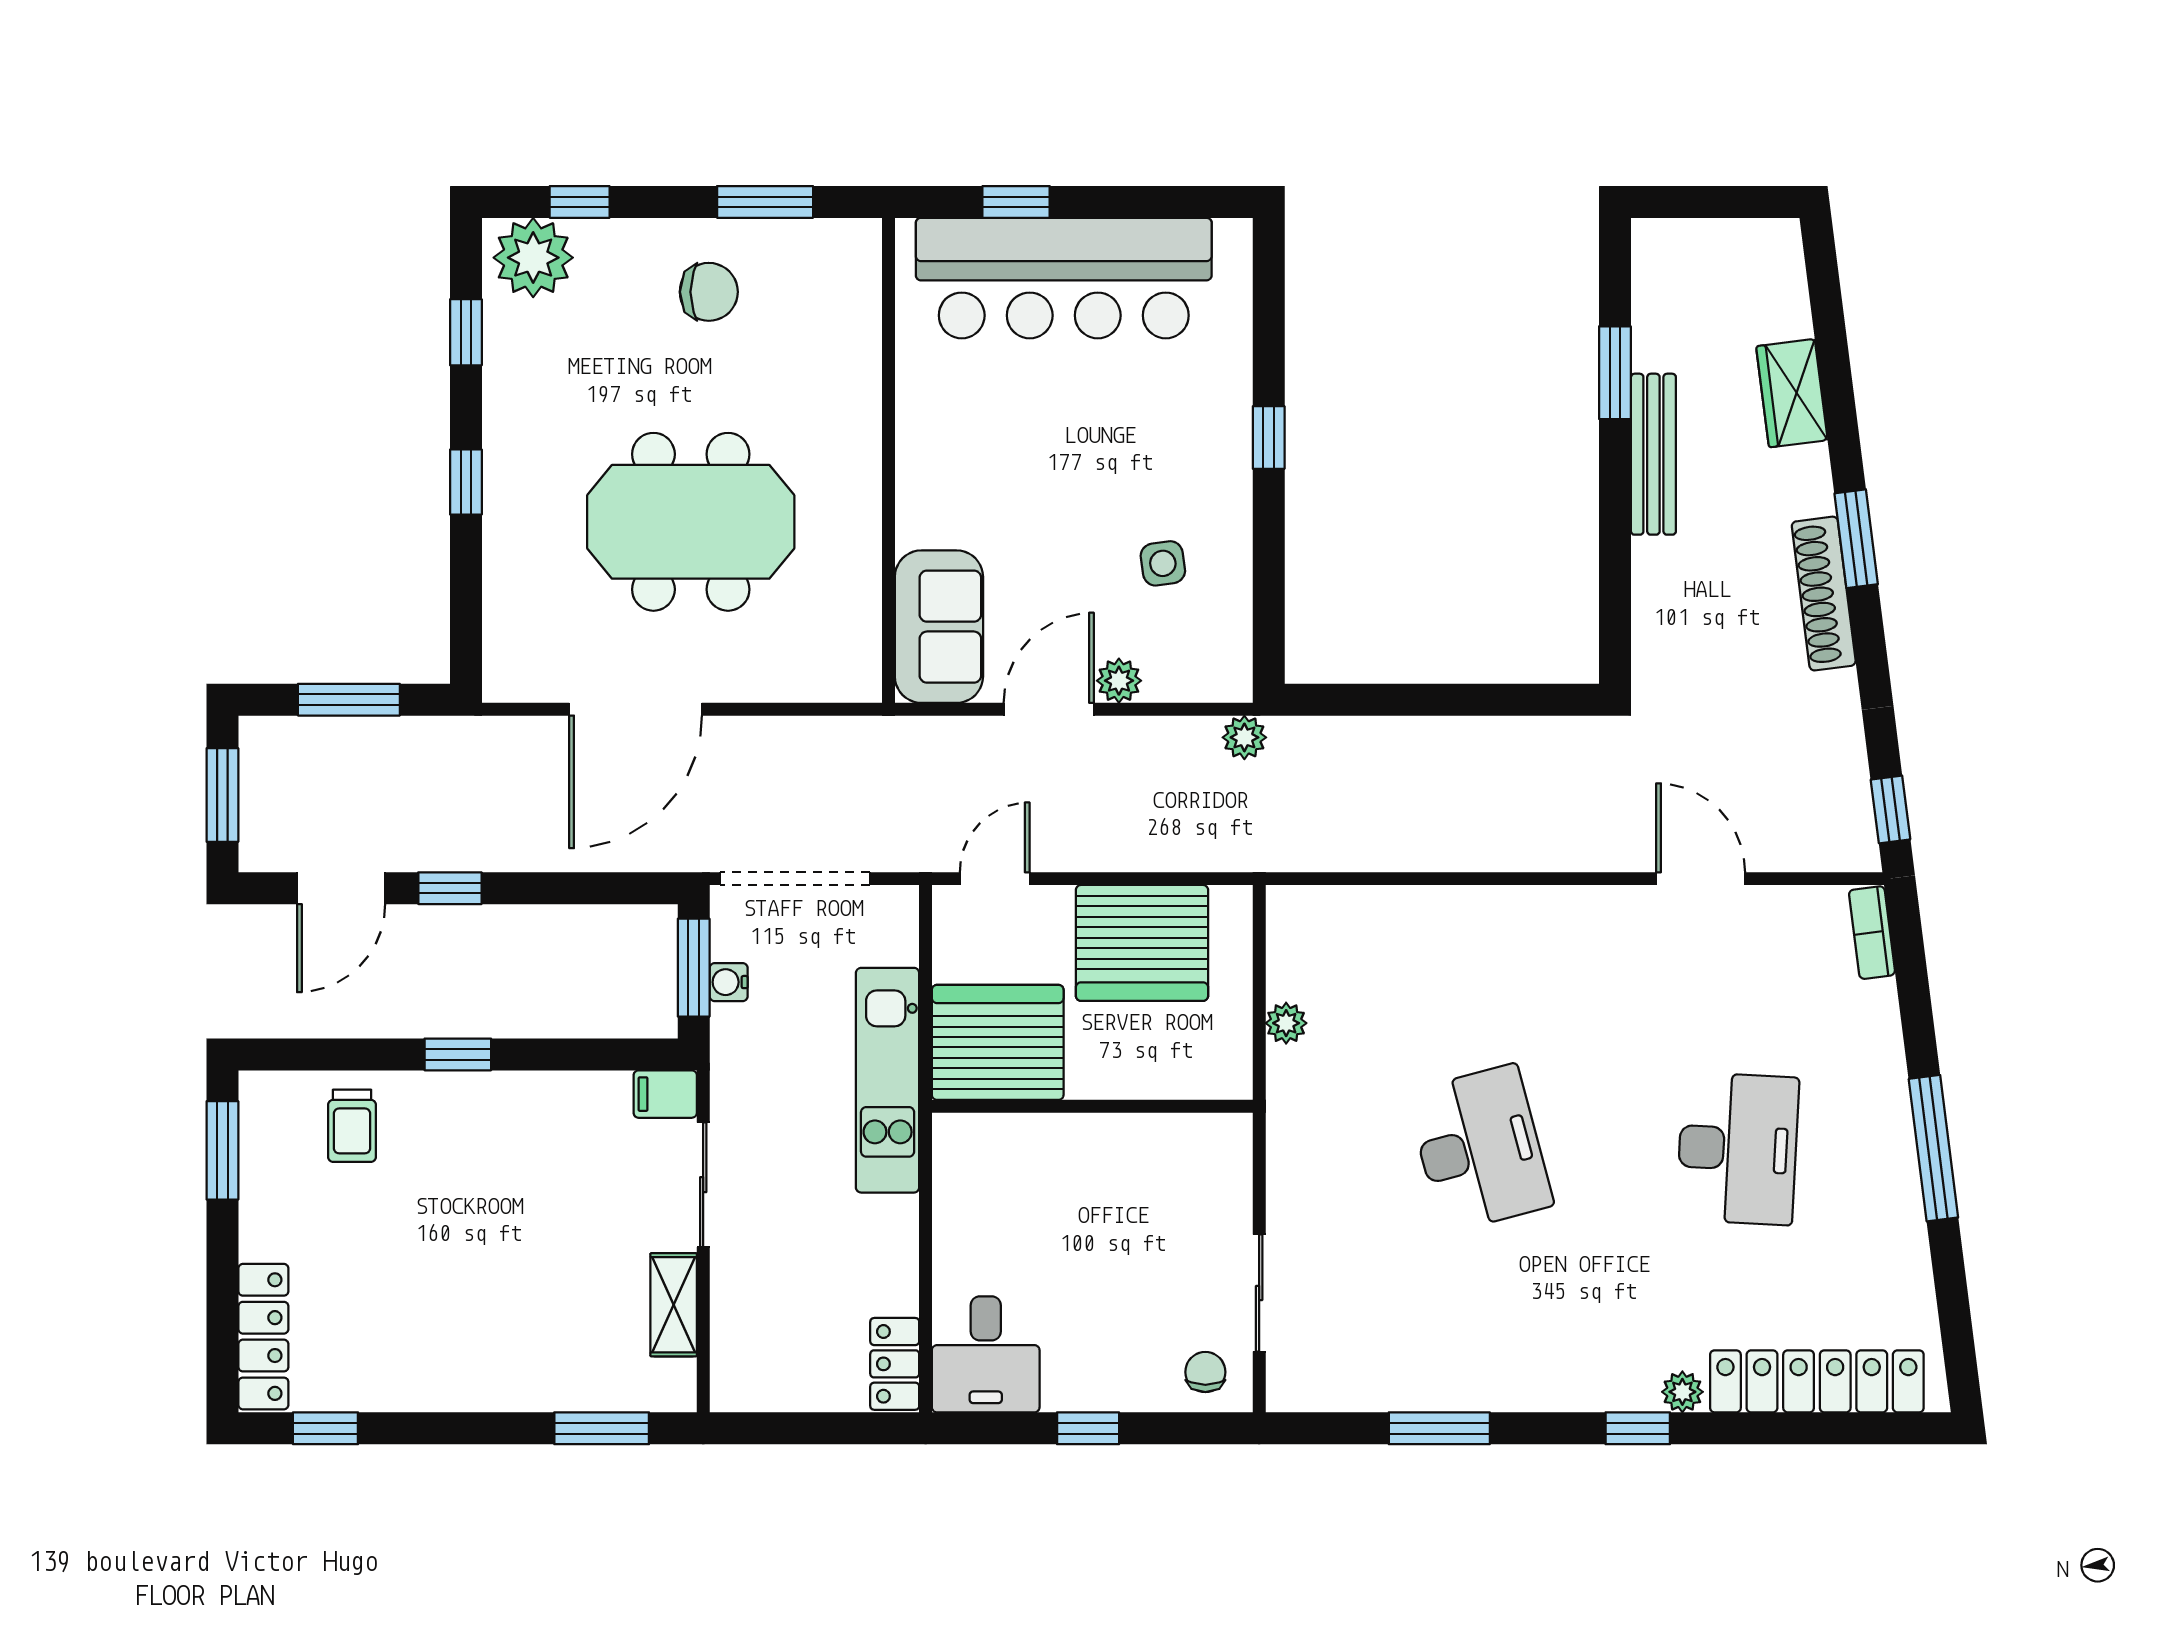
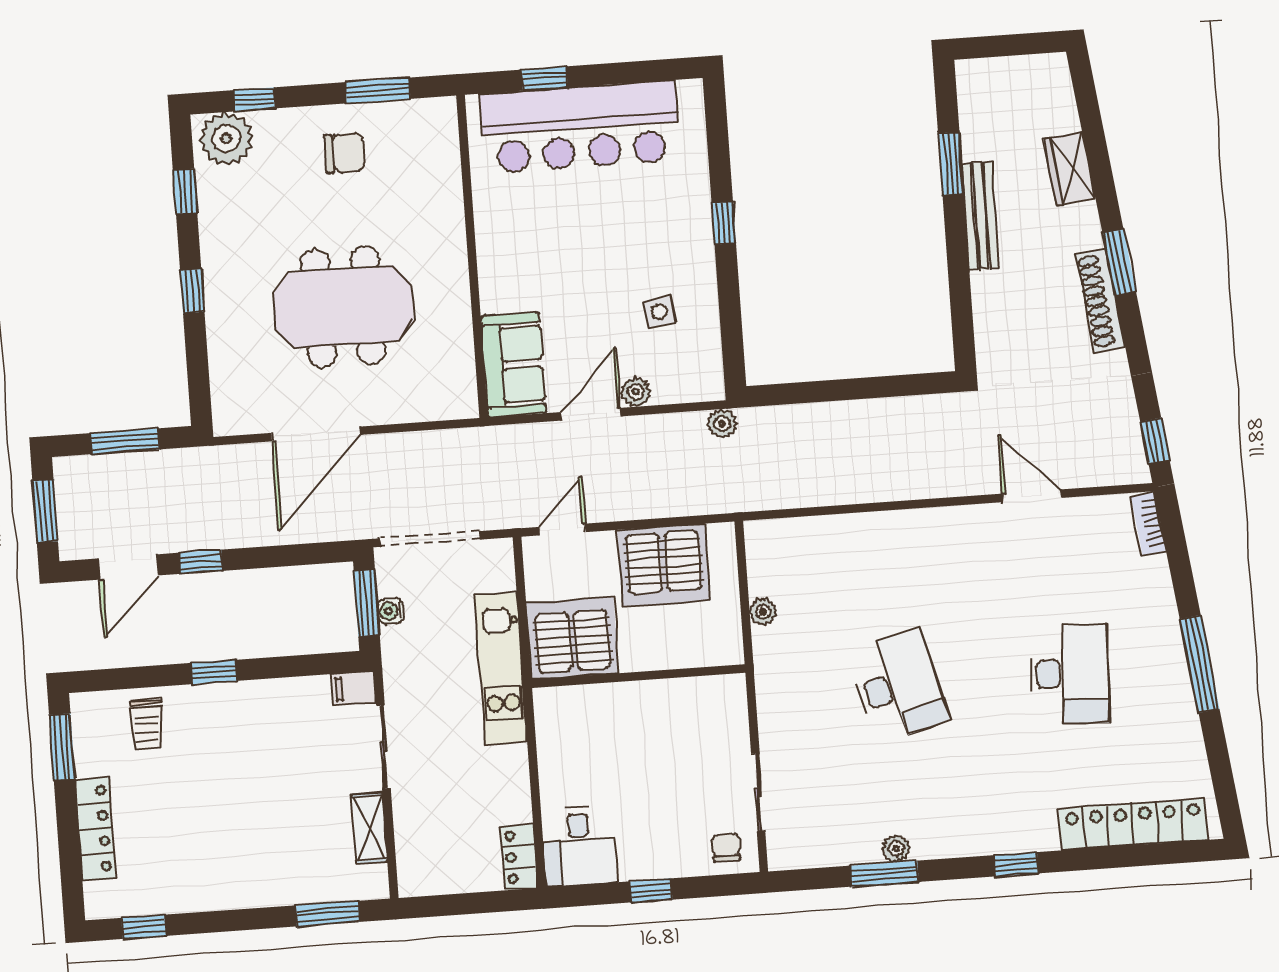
locker: (263, 1337) -> (95, 829), moved
plant: (1682, 1392) -> (896, 849), moved

